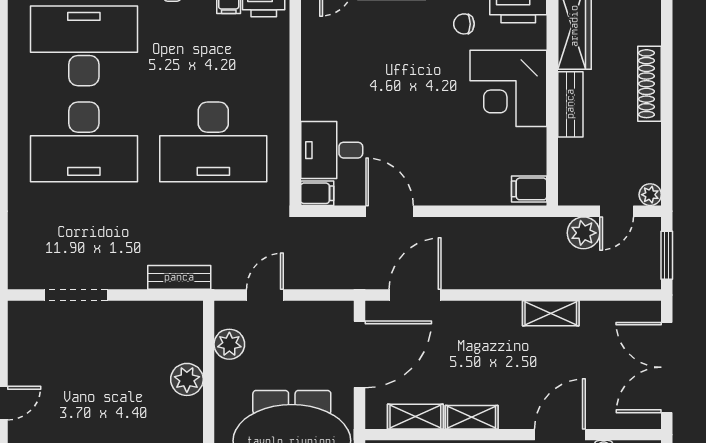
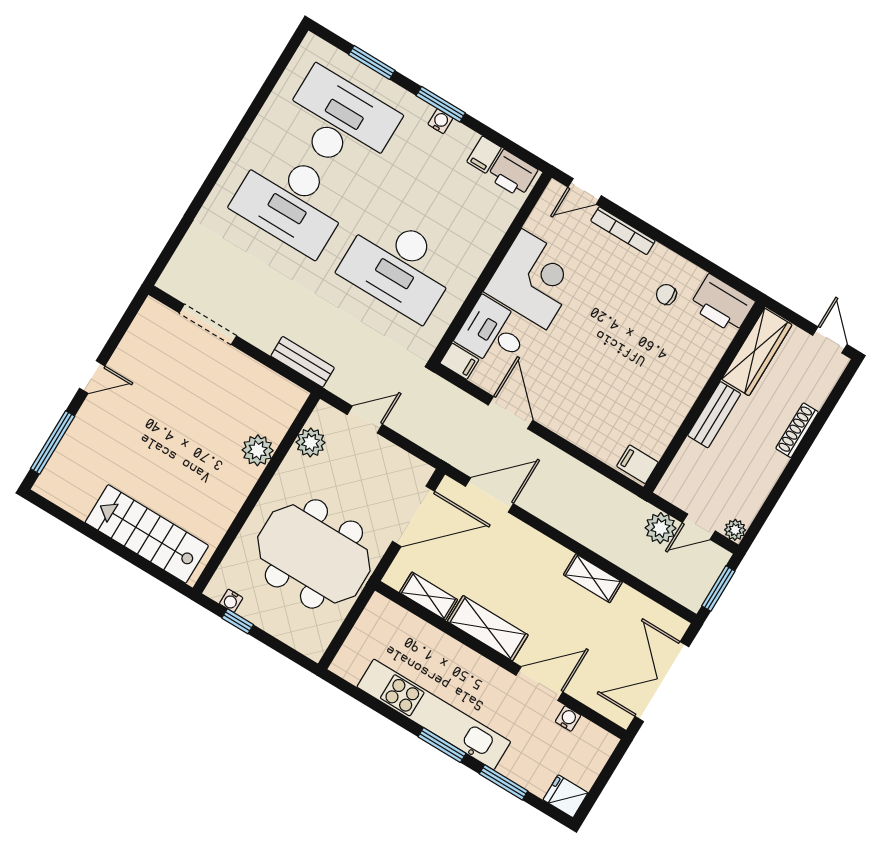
shoe rack: (649, 84) -> (797, 430), width x0.74, depth x0.81
corner desk: (508, 88) -> (534, 279), moved, turned 180
shelving: (472, 417) -> (488, 628), width x1.50, depth x1.33

